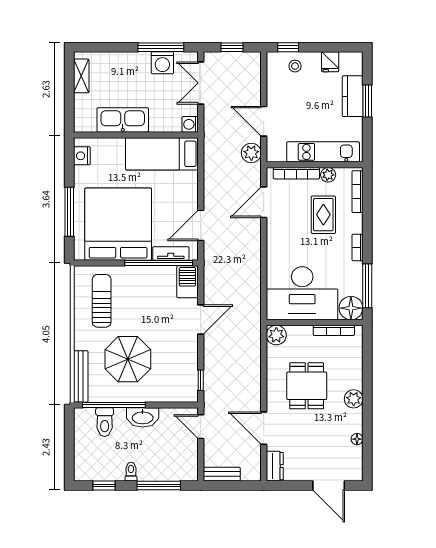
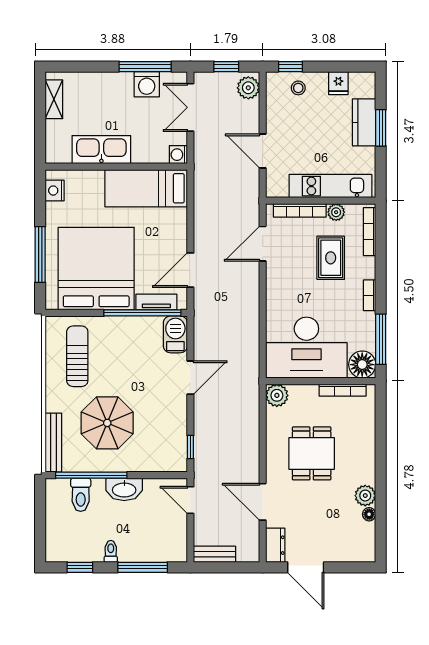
plant: (251, 153) -> (248, 88), moved
plant: (354, 399) -> (365, 496), moved
door: (329, 486) -> (306, 567), moved

